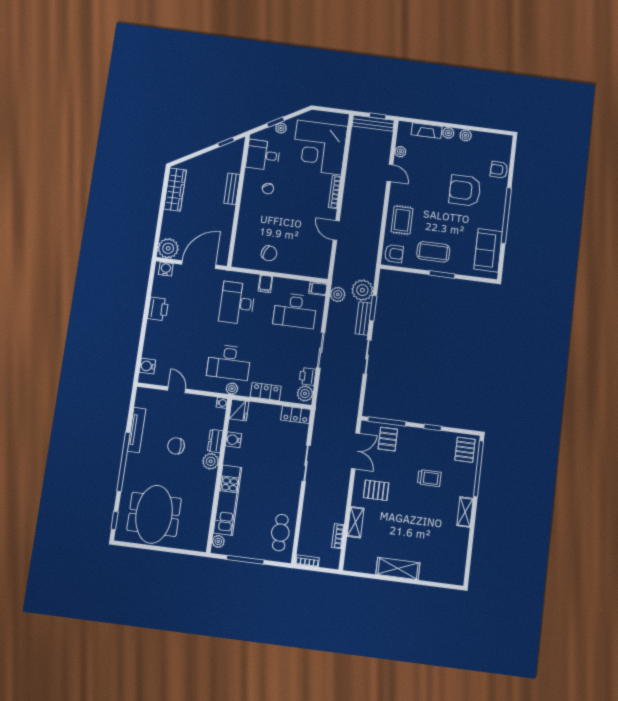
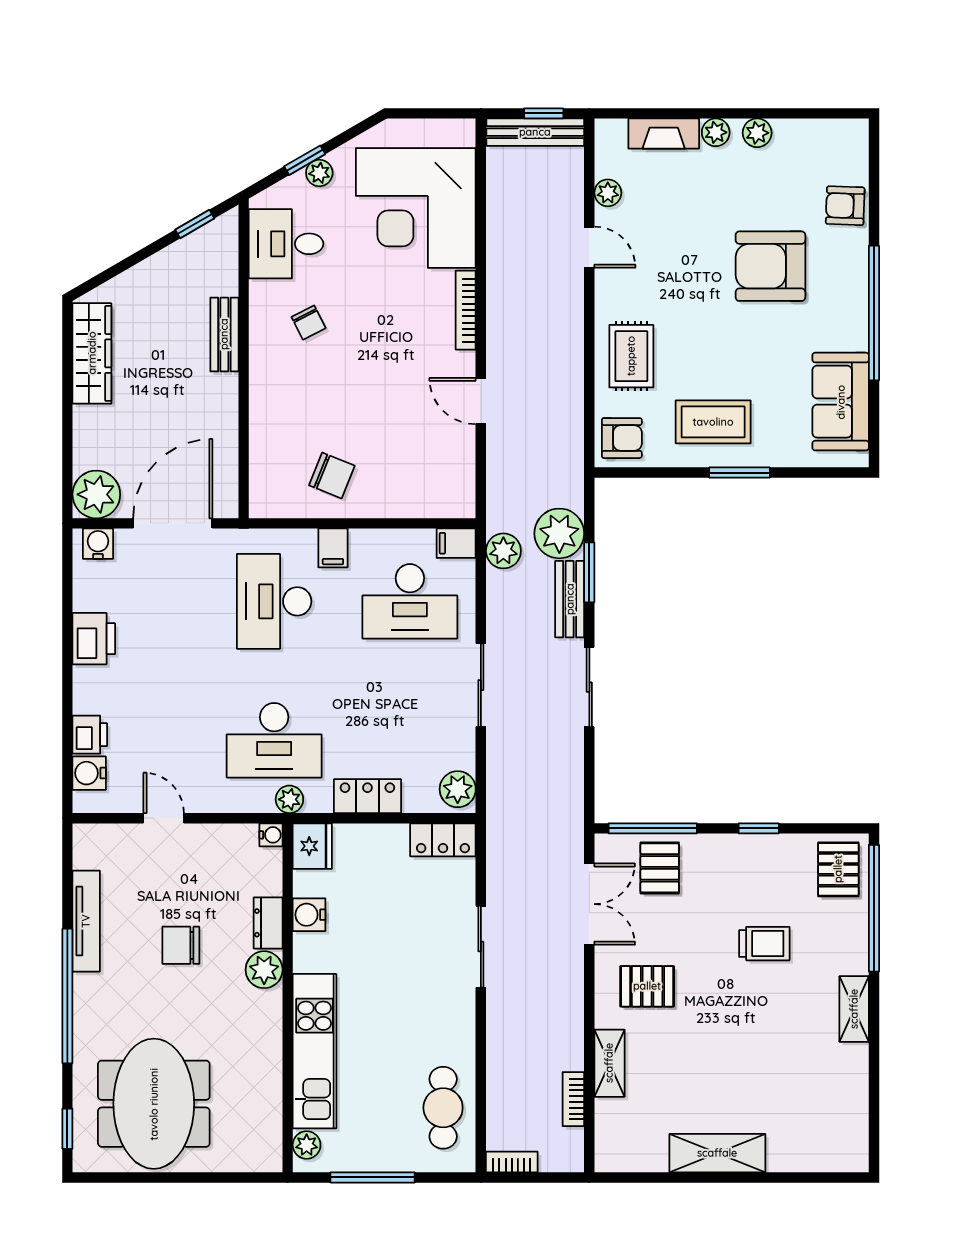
printer: (308, 376) -> (90, 735), moved, turned 180

